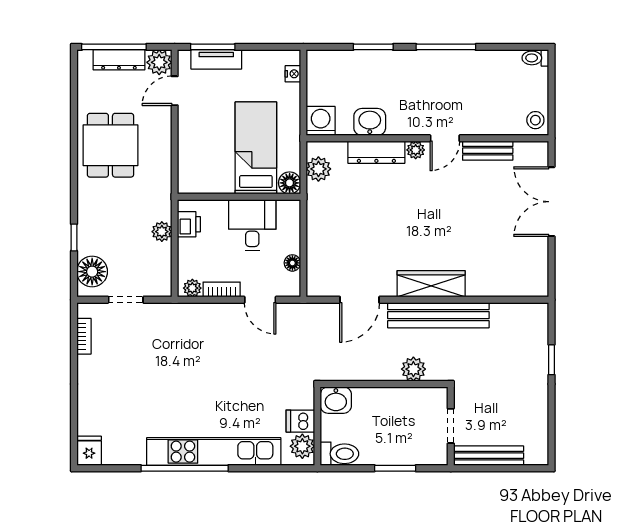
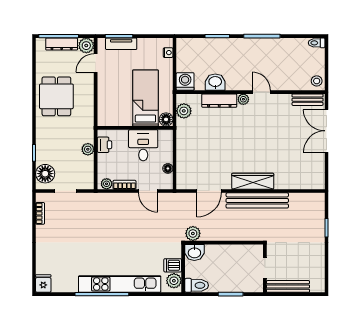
door: (445, 138) -> (261, 92), swing flipped
bench: (488, 151) -> (308, 100), moved
plant: (413, 369) -> (193, 233), moved

